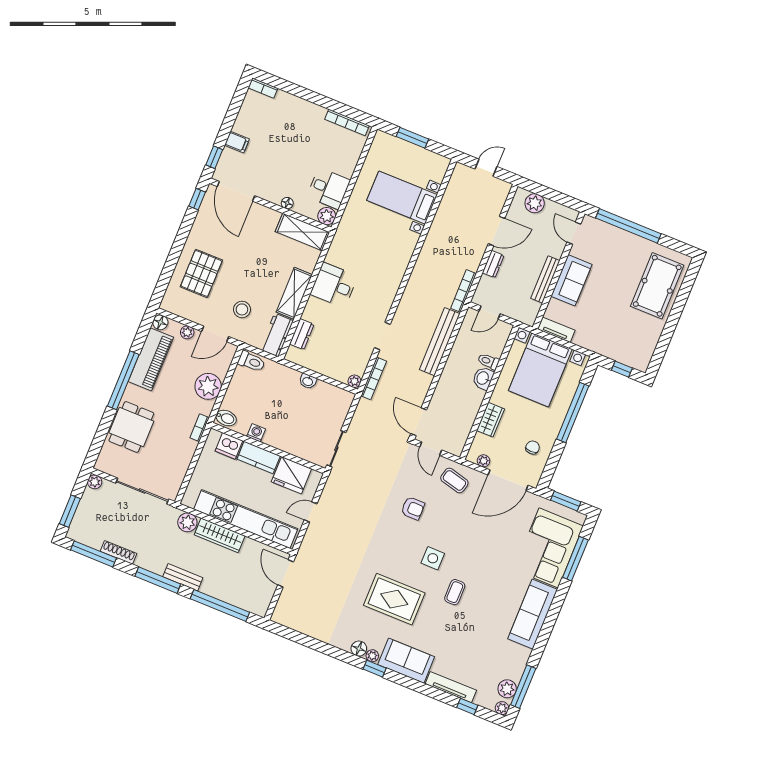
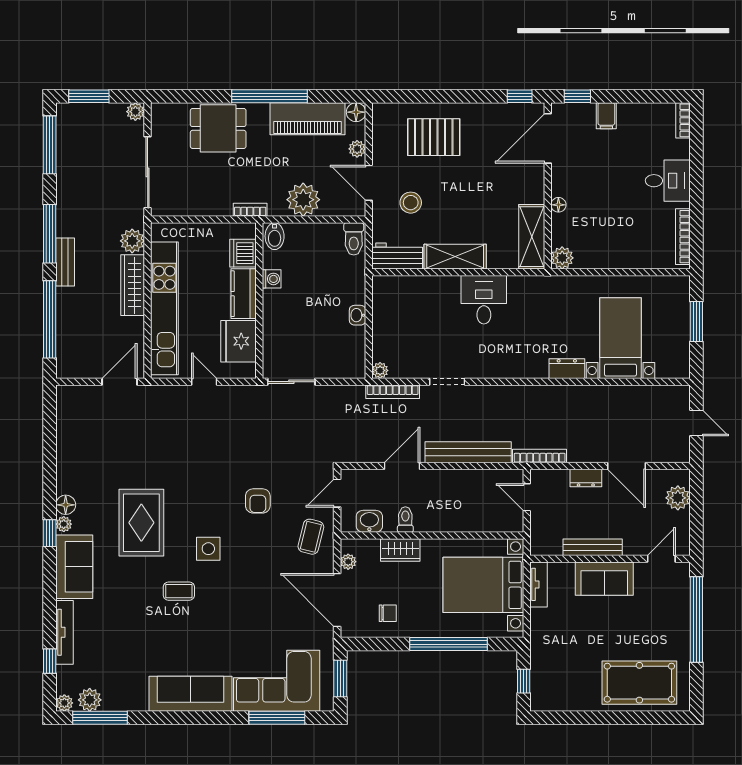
desk: (329, 188) -> (668, 181), moved, turned -90
dresser: (302, 334) -> (567, 369), moved, turned 180
toilet: (489, 361) -> (405, 520), moved
washbasin: (483, 378) -> (369, 521), moved
door: (419, 422) -> (402, 466), moved
shoe rack: (118, 552) -> (63, 174), removed

